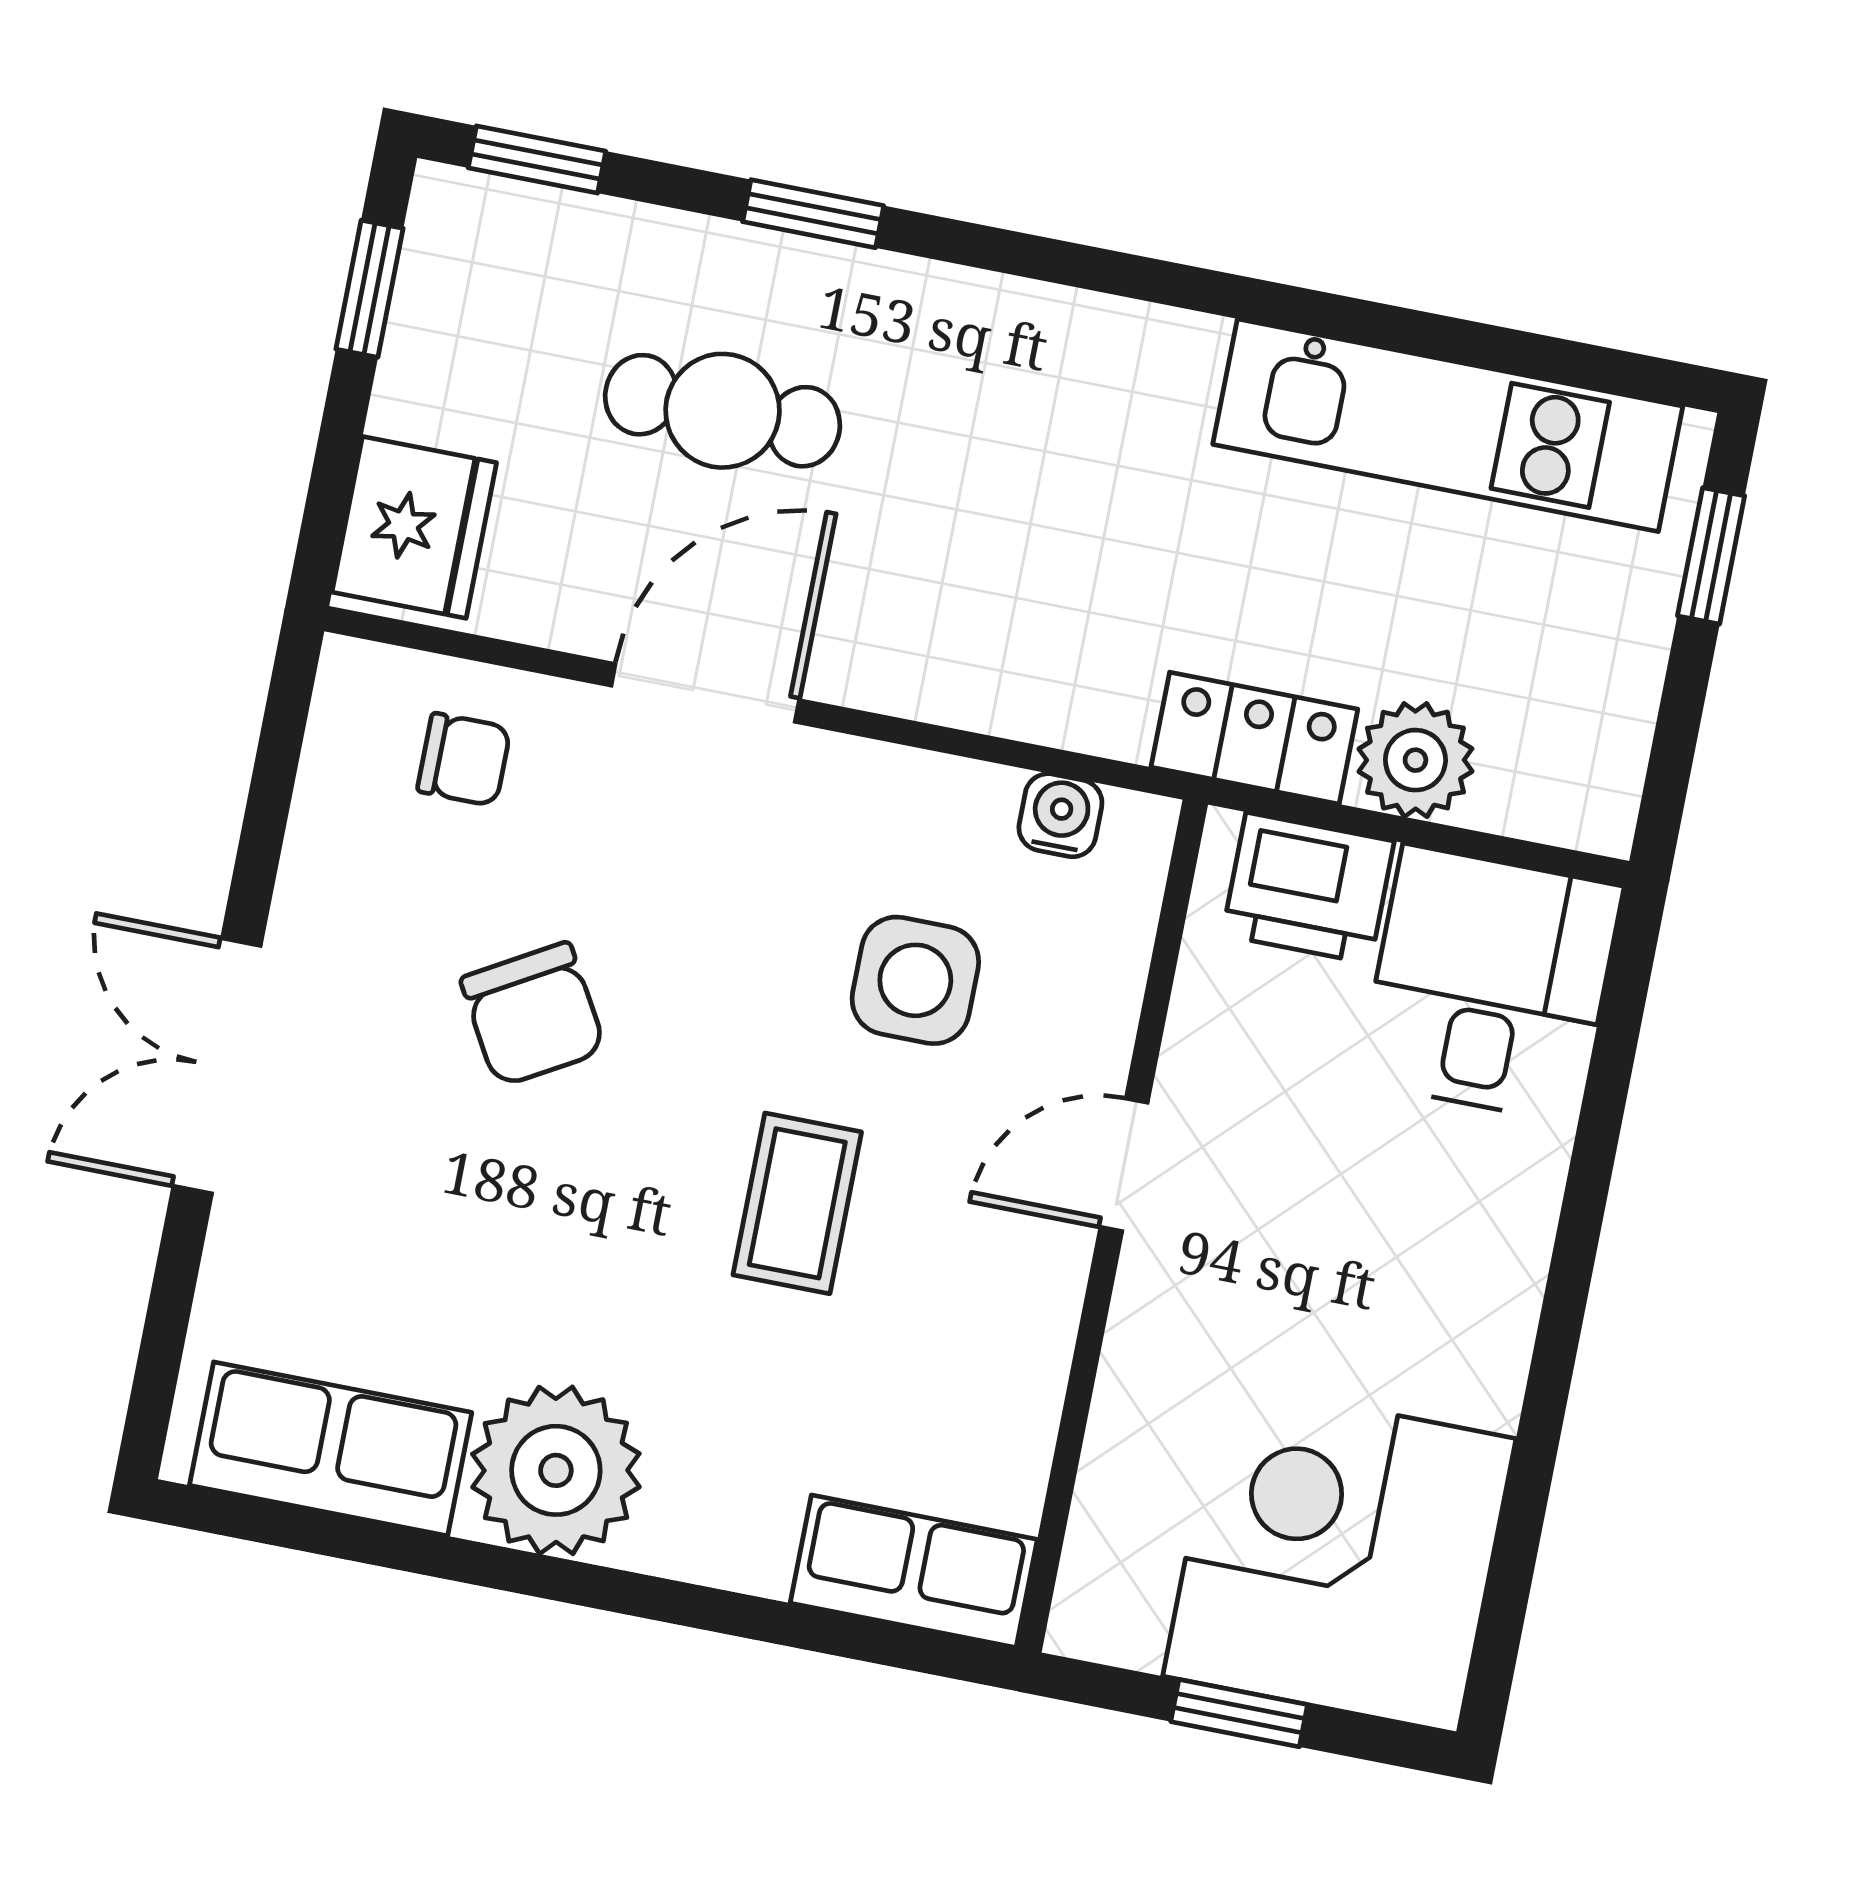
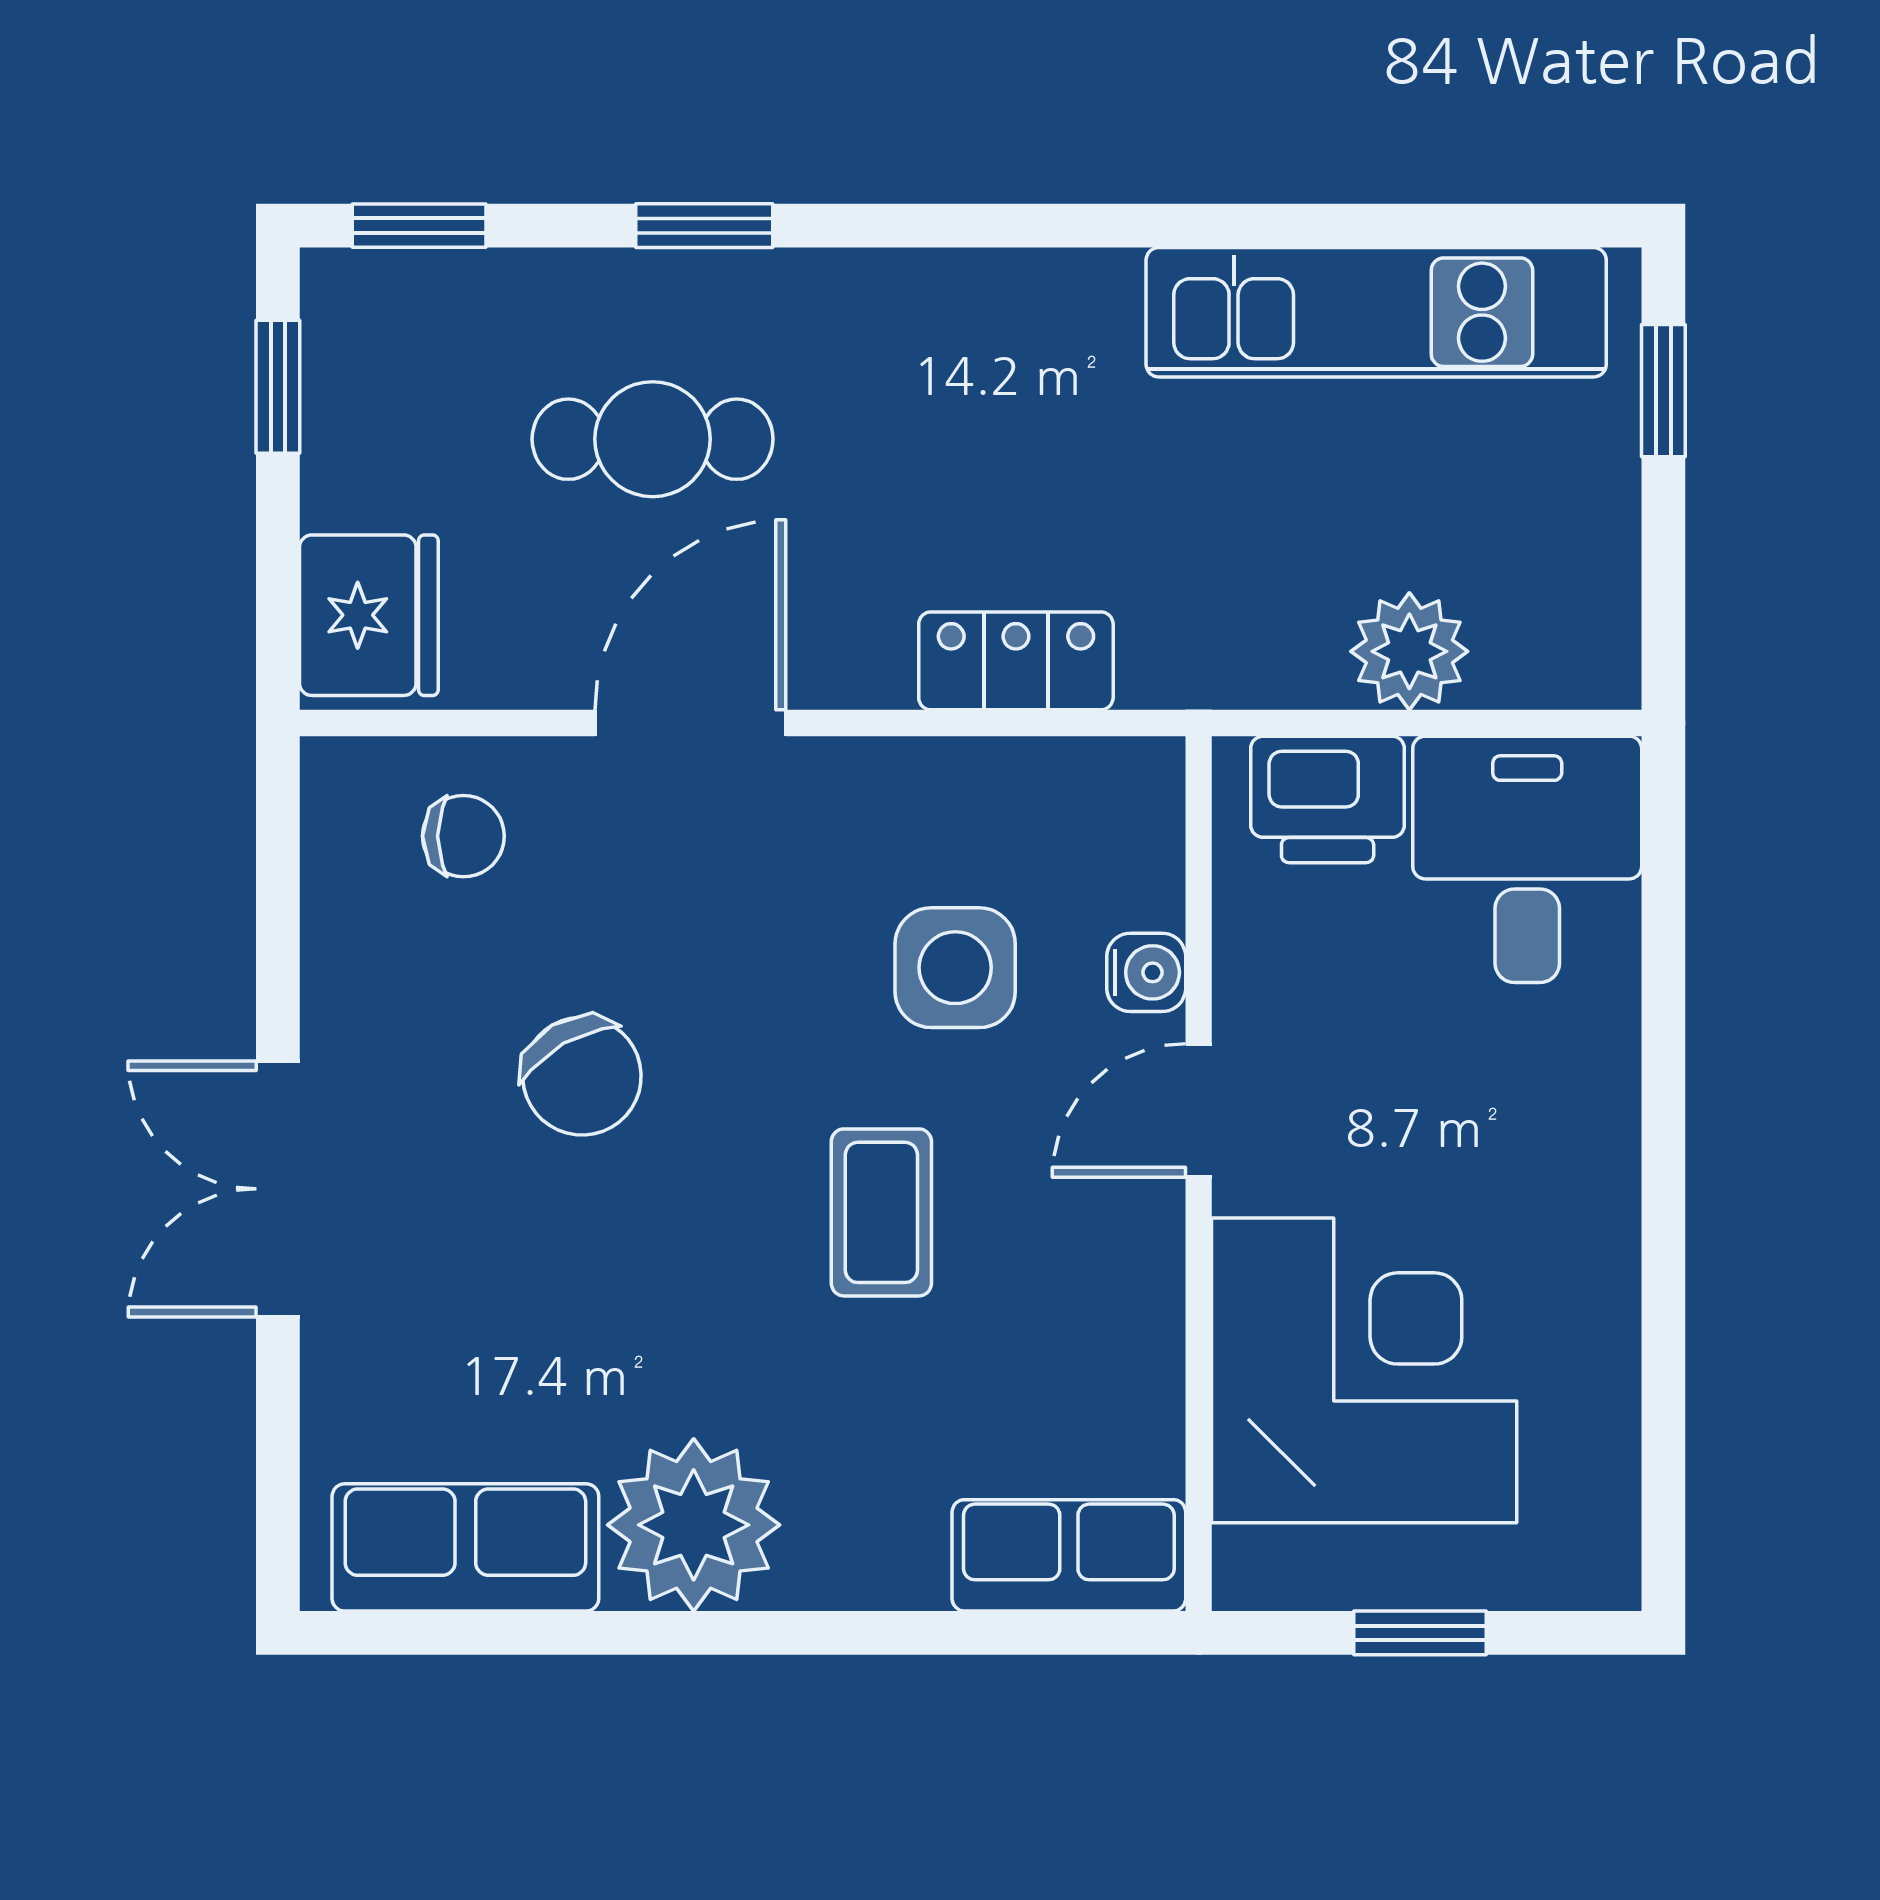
locker: (1254, 738) -> (1016, 661), moved
water cooler: (1060, 815) -> (1146, 972), moved, turned 90
corner desk: (1339, 1557) -> (1364, 1370), moved, turned 90

